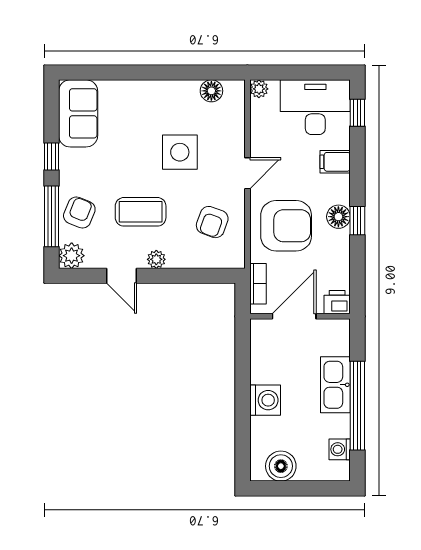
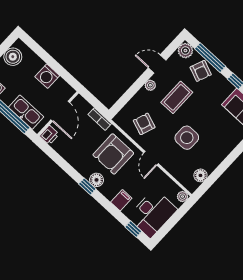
printer: (337, 302) -> (49, 135), moved
door: (294, 316) -> (60, 111), moved
wall: (300, 316) -> (58, 114), moved

